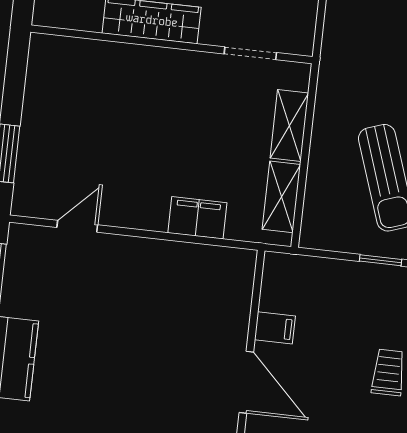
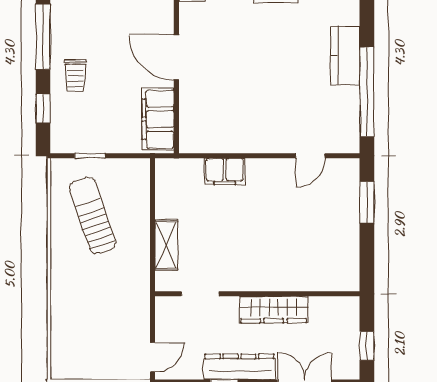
shelving: (281, 197) -> (166, 193), removed
filing cabinet: (275, 328) -> (158, 119), width x3.00, depth x1.17

